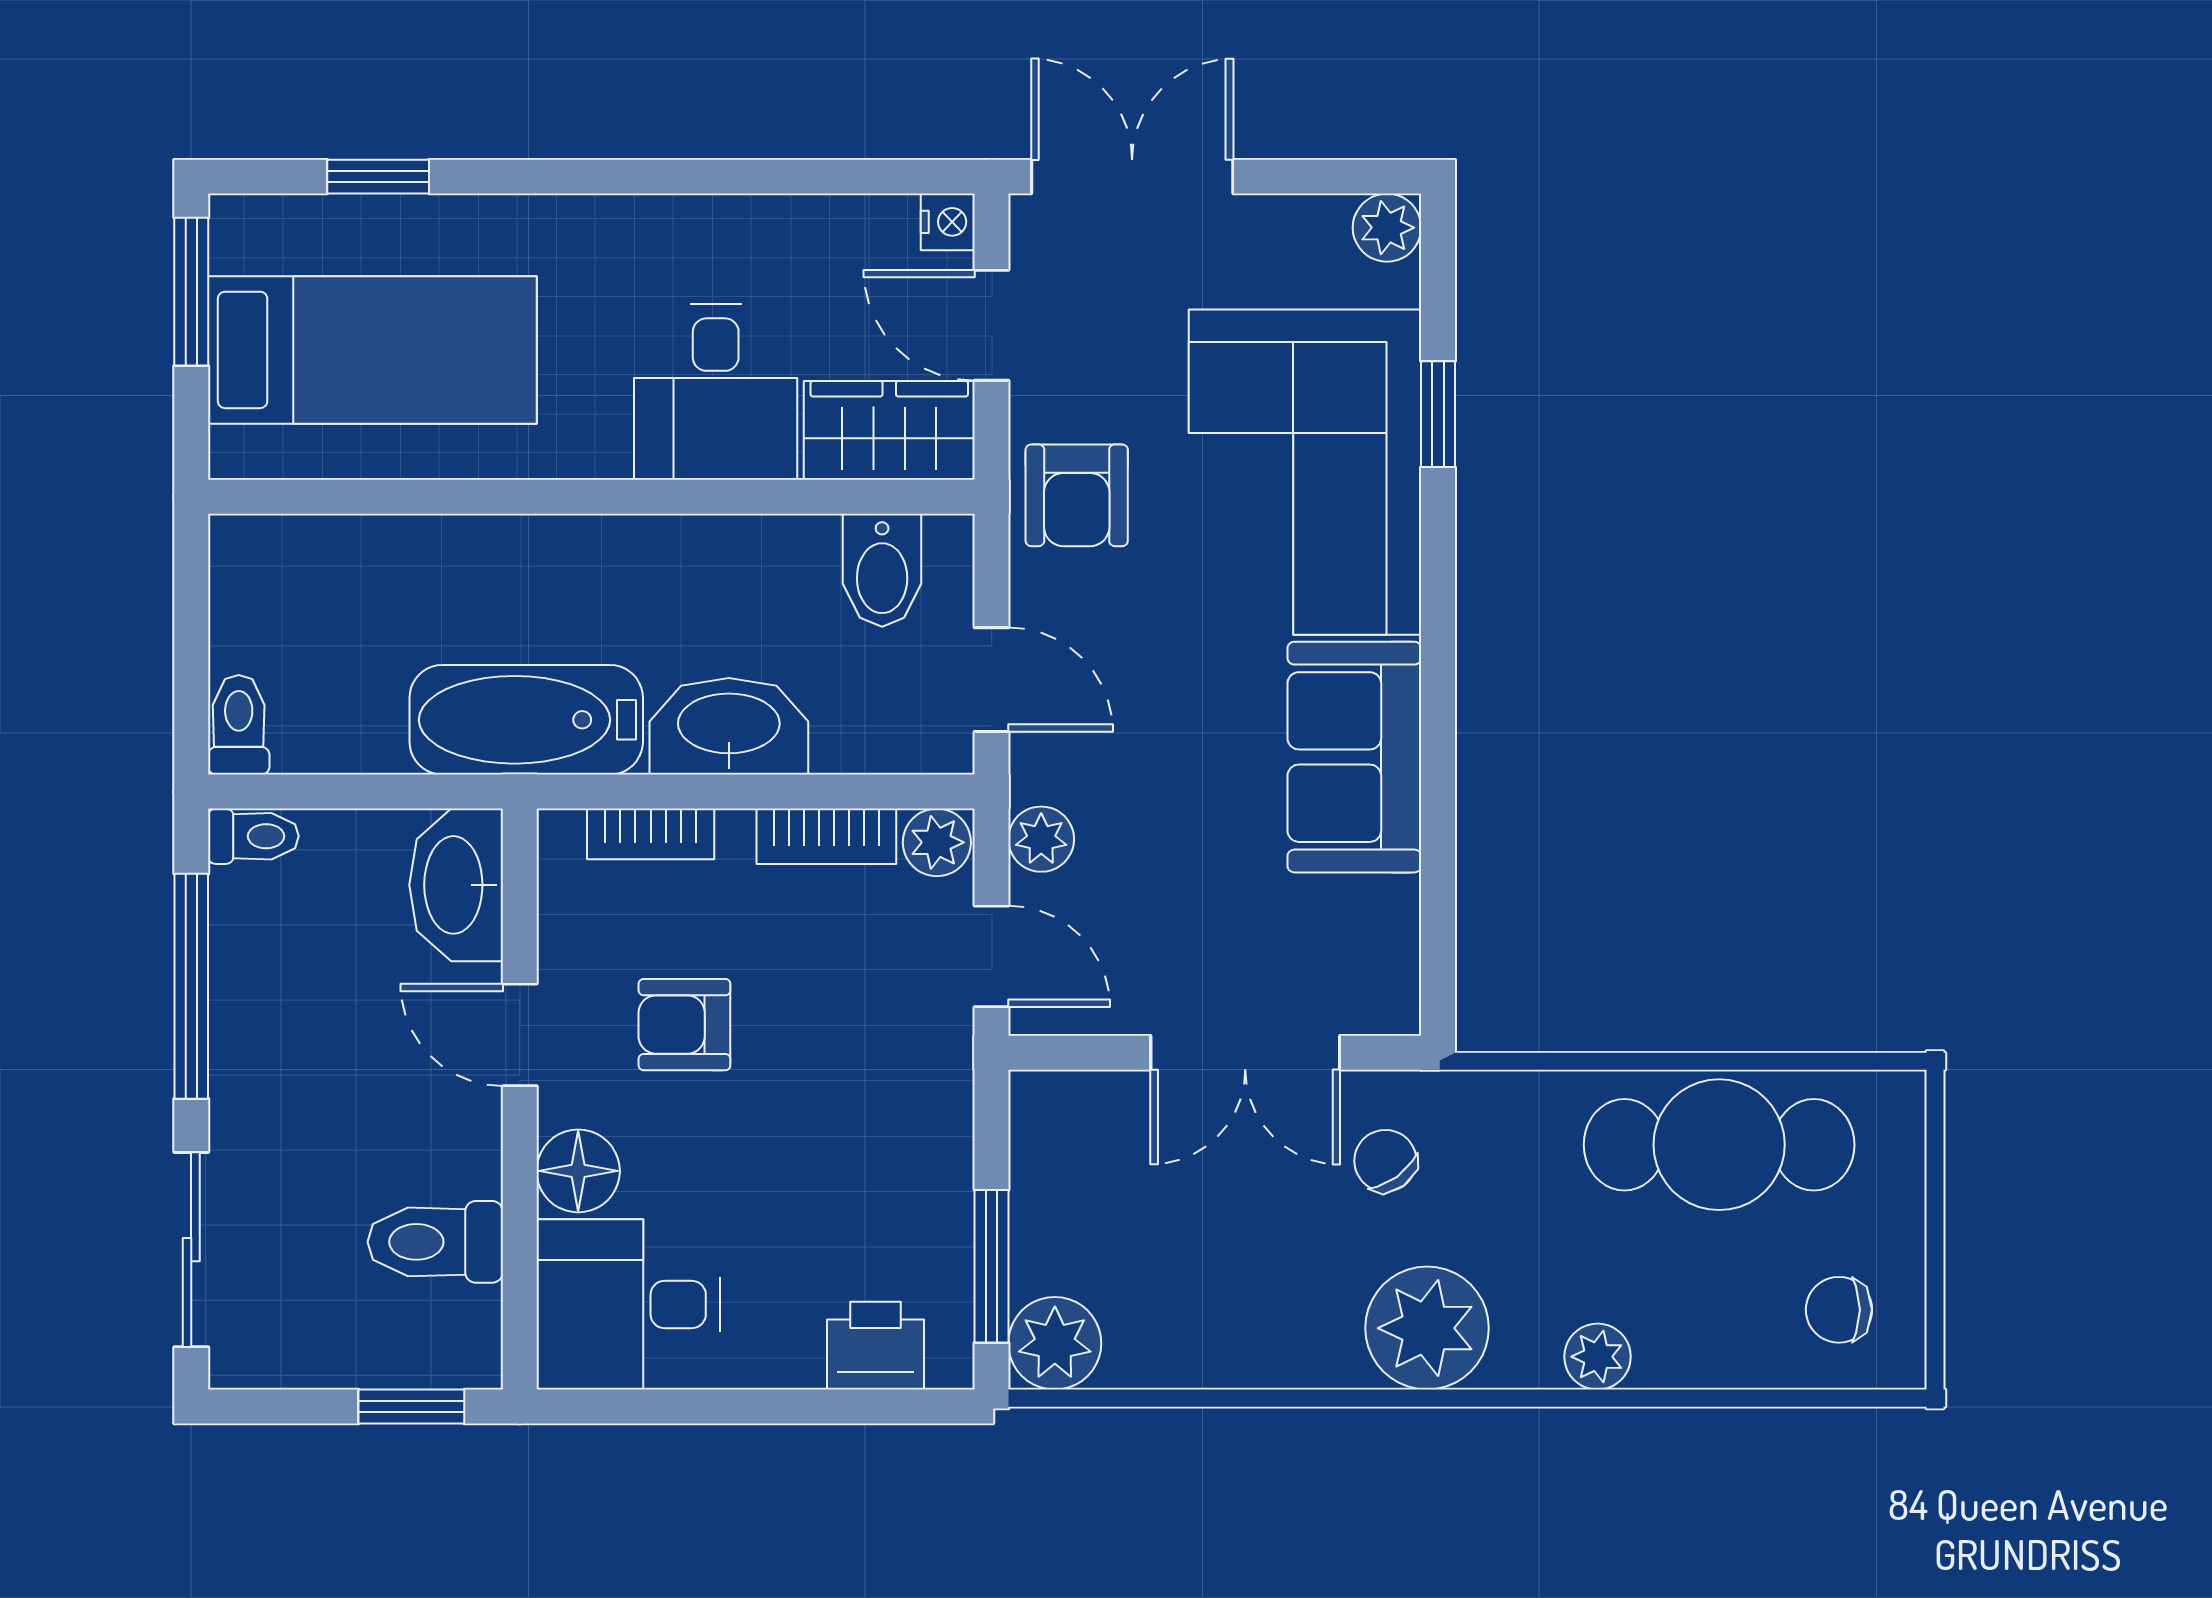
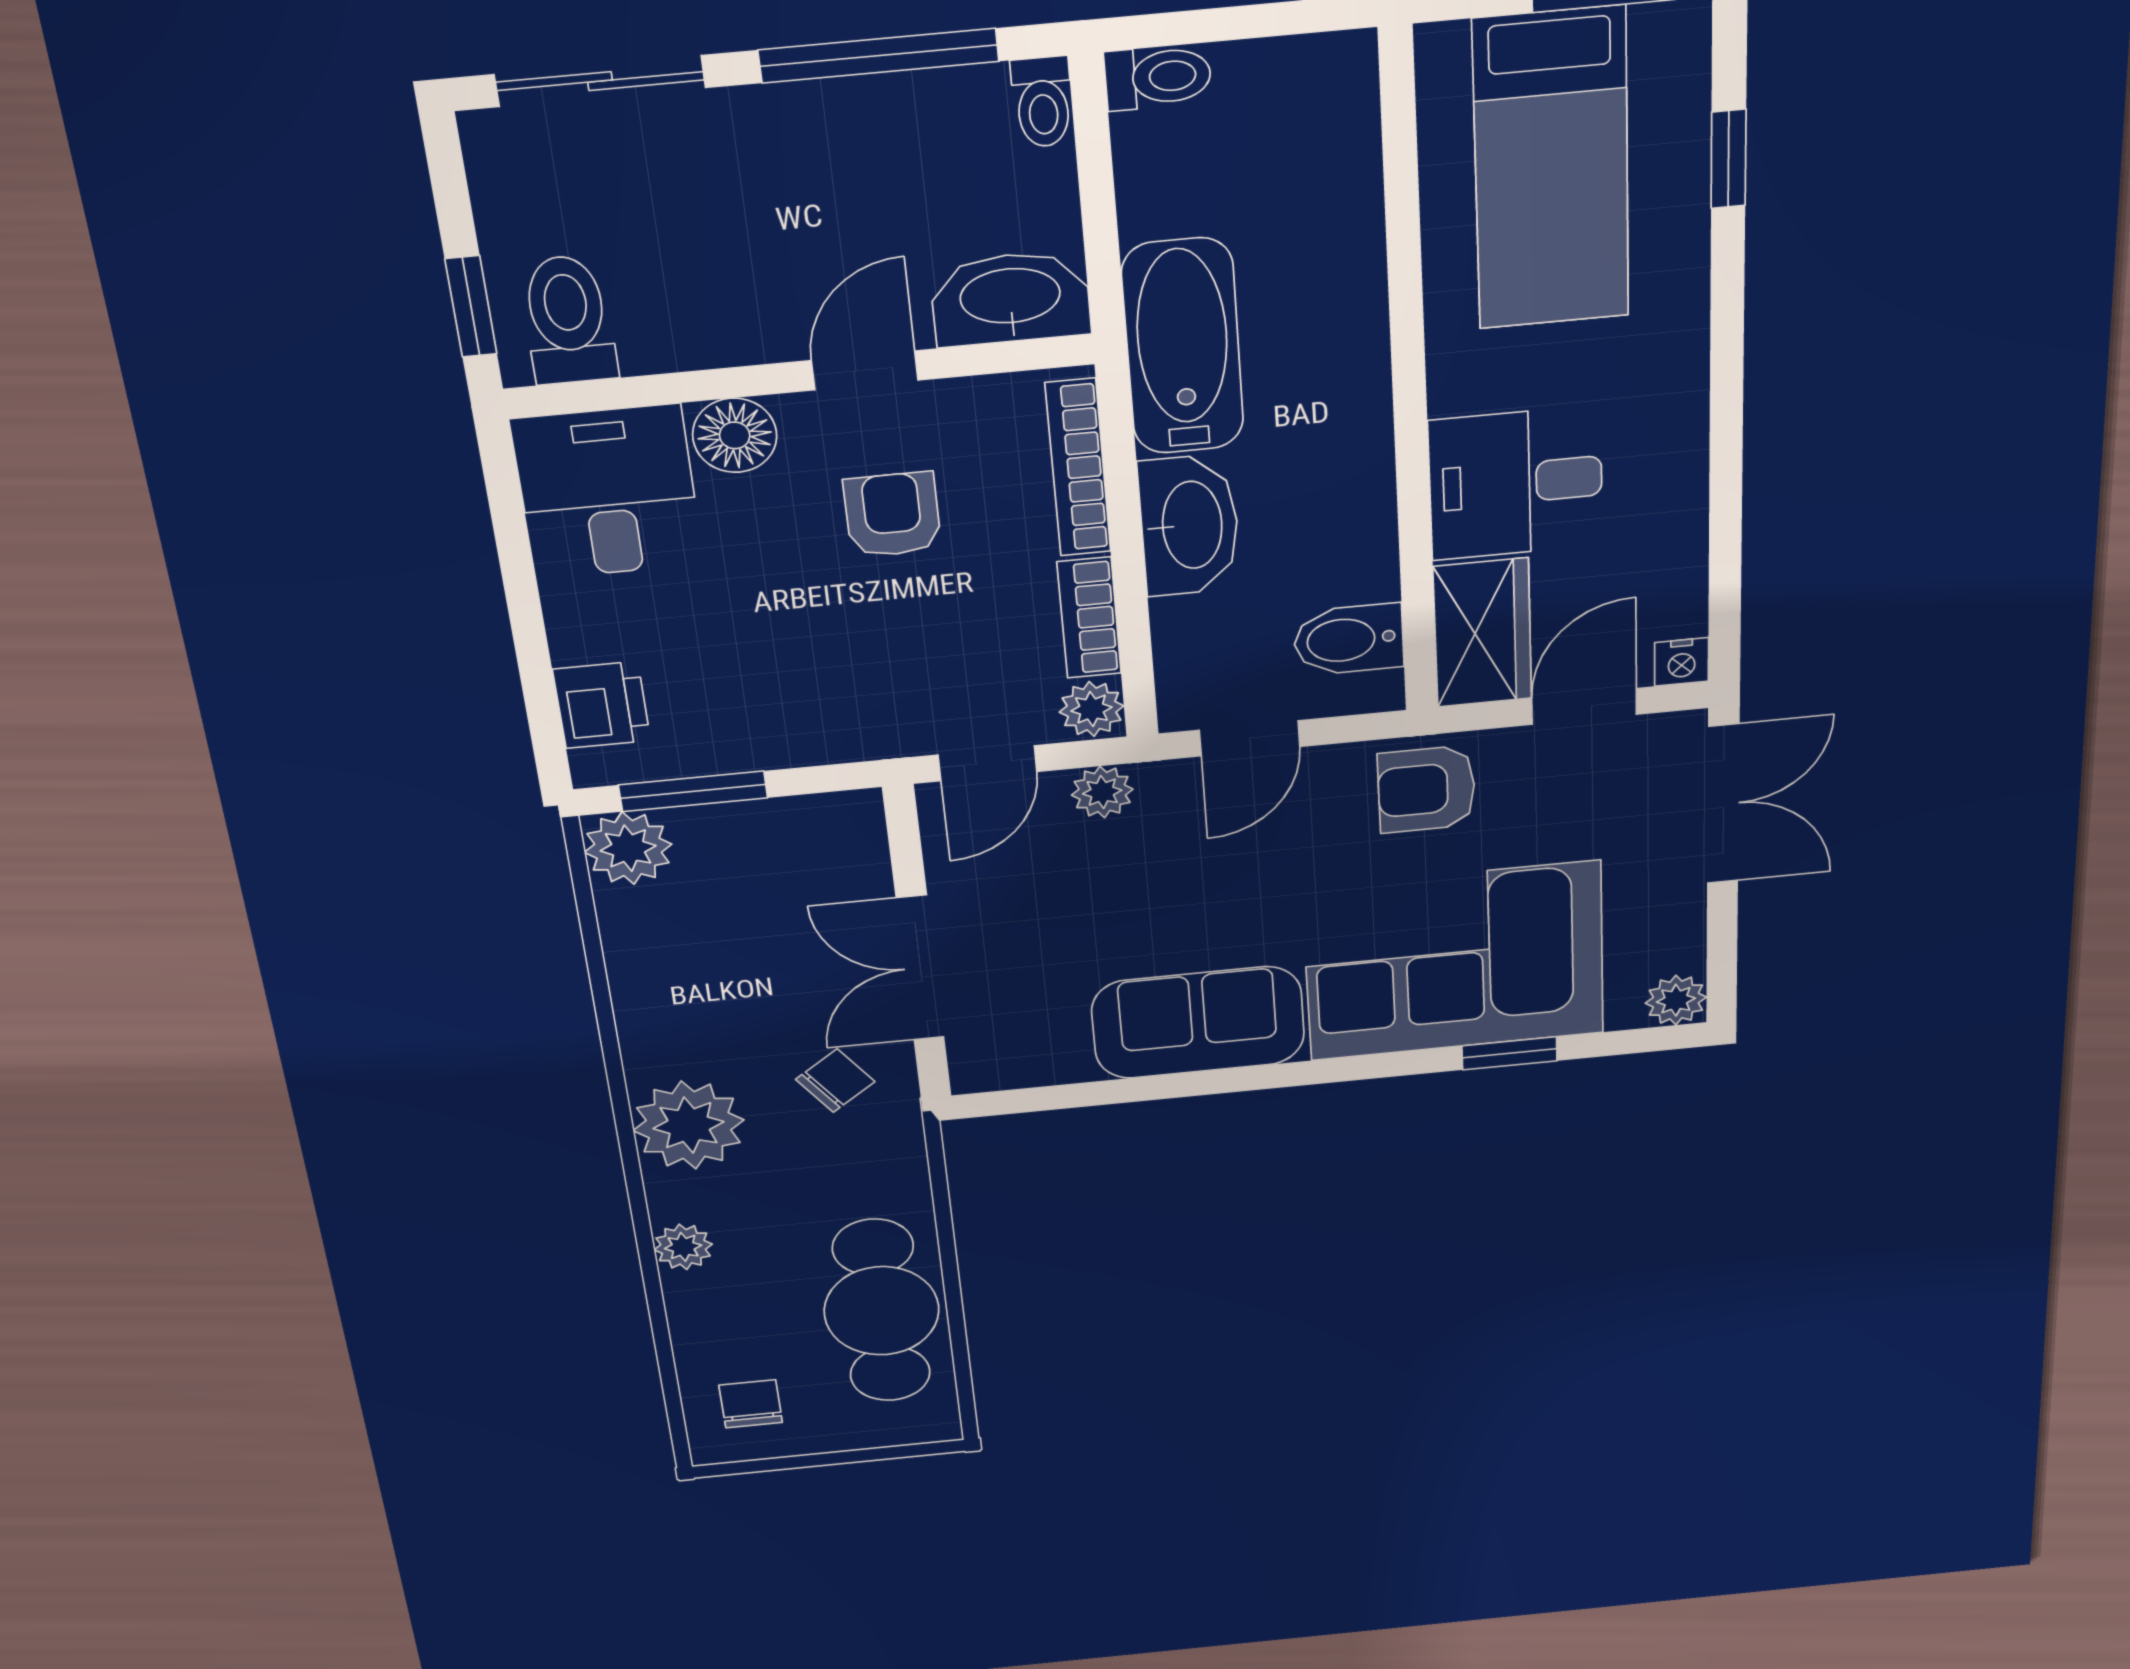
bookcase: (651, 834) -> (1078, 468), width x1.56
toilet: (435, 1242) -> (568, 320), moved

